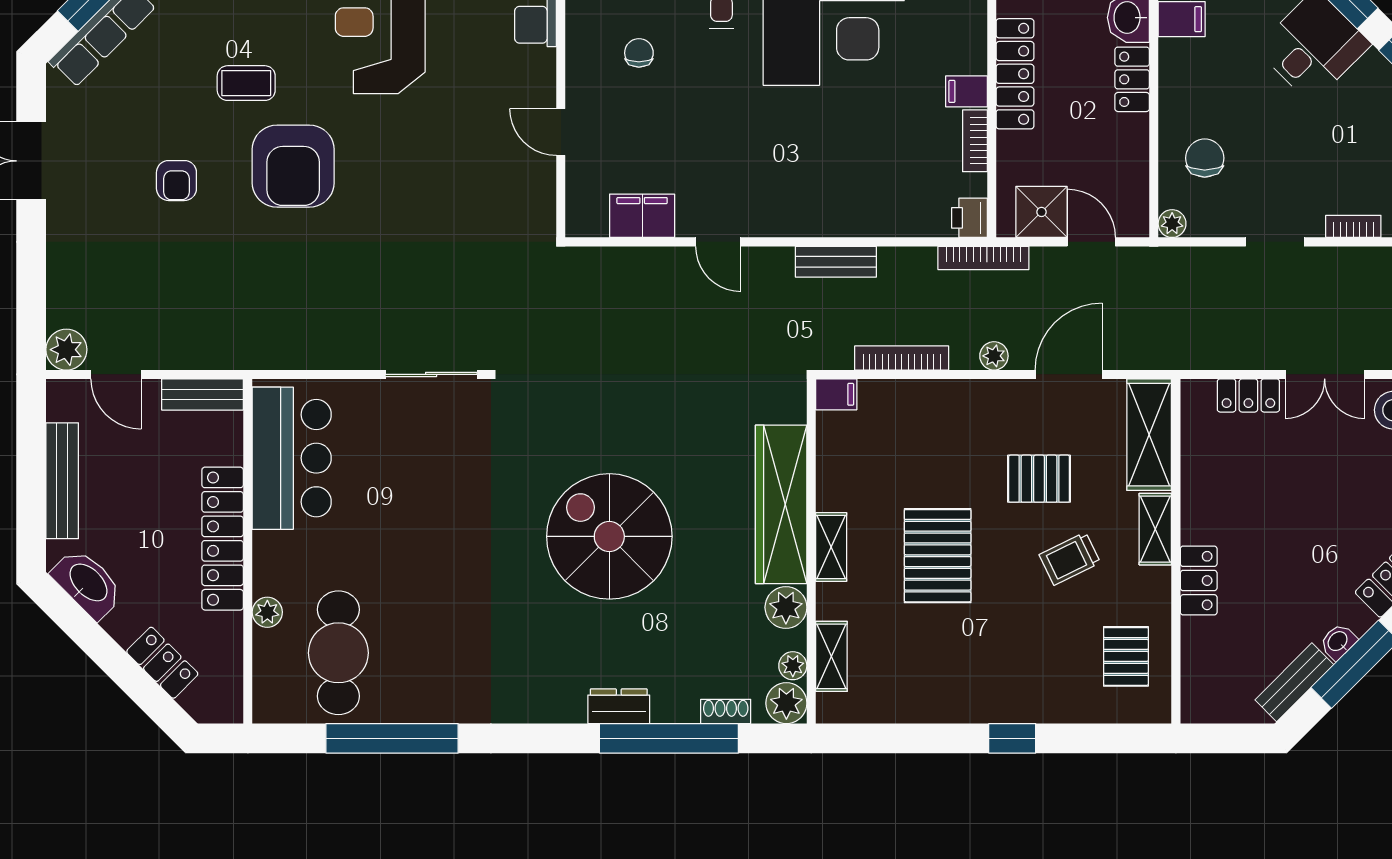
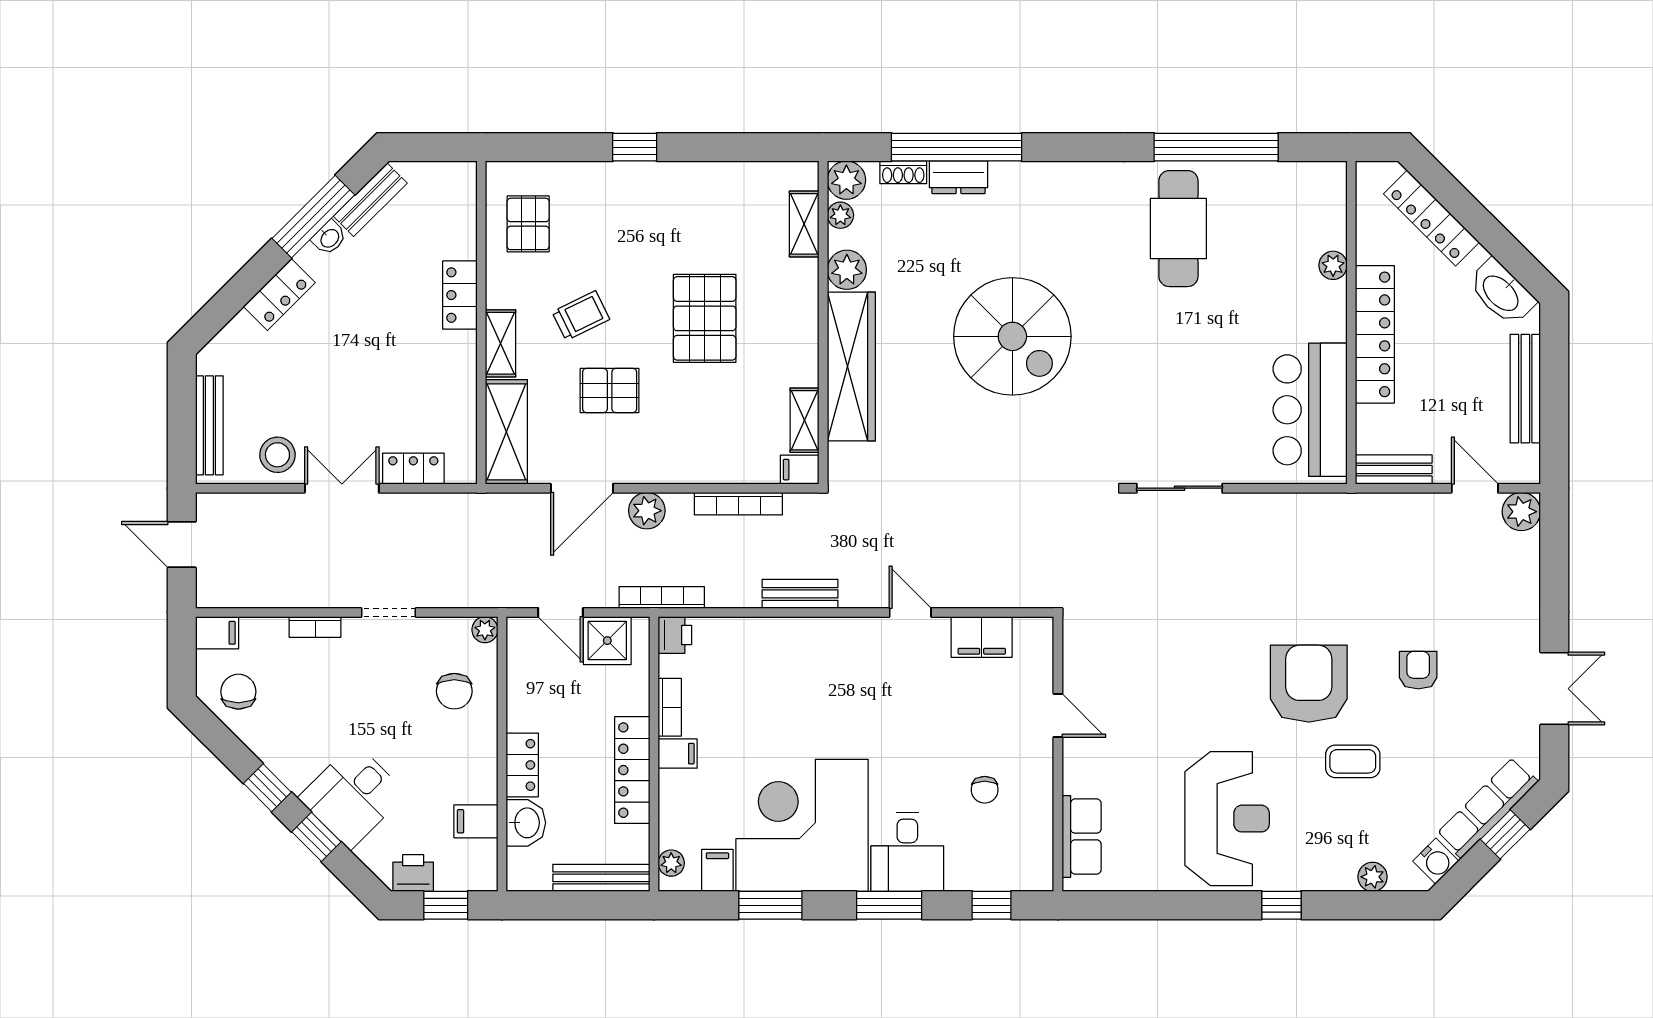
plant: (994, 356) -> (647, 511), width x1.38, depth x1.38
shelving: (831, 547) -> (805, 420), moved
cafe table: (338, 653) -> (1178, 229), moved
locker: (162, 663) -> (1431, 218), width x1.53
dresser: (619, 706) -> (958, 177), moved

